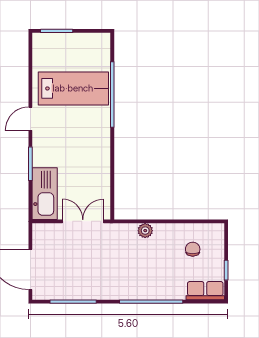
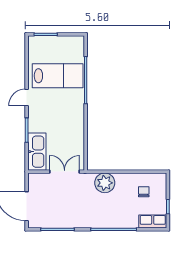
plant: (145, 231) -> (105, 183), width x1.88, depth x1.88

